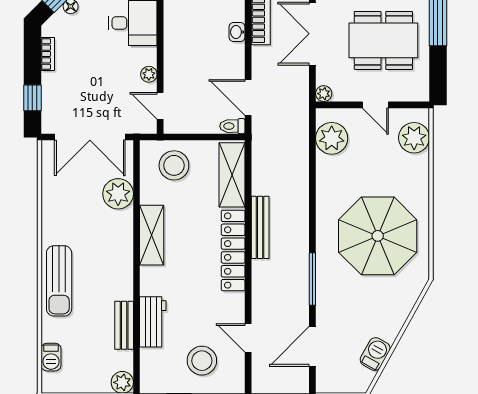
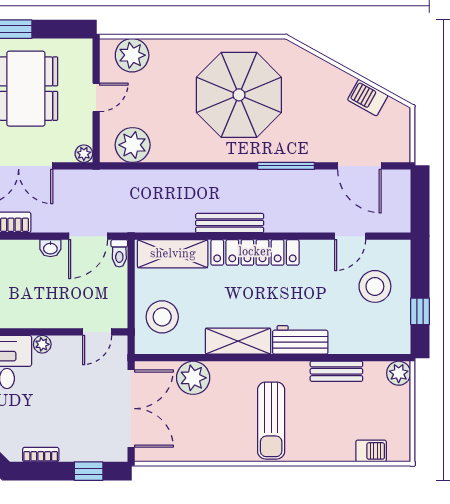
washbasin: (237, 32) -> (50, 248), moved
plant: (149, 74) -> (42, 344), moved
sun lounger: (59, 281) -> (271, 421), moved, turned 90
workbench: (153, 322) -> (300, 340), moved

